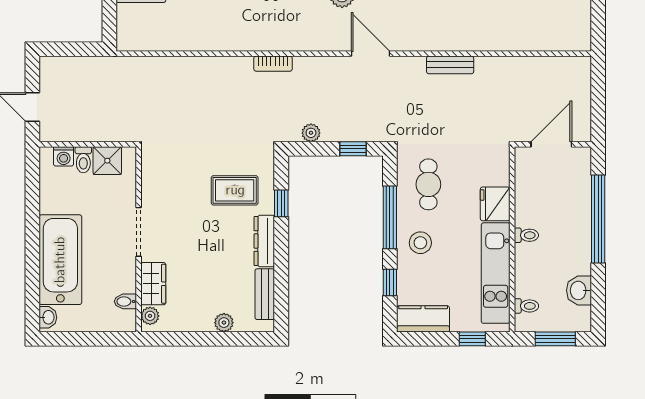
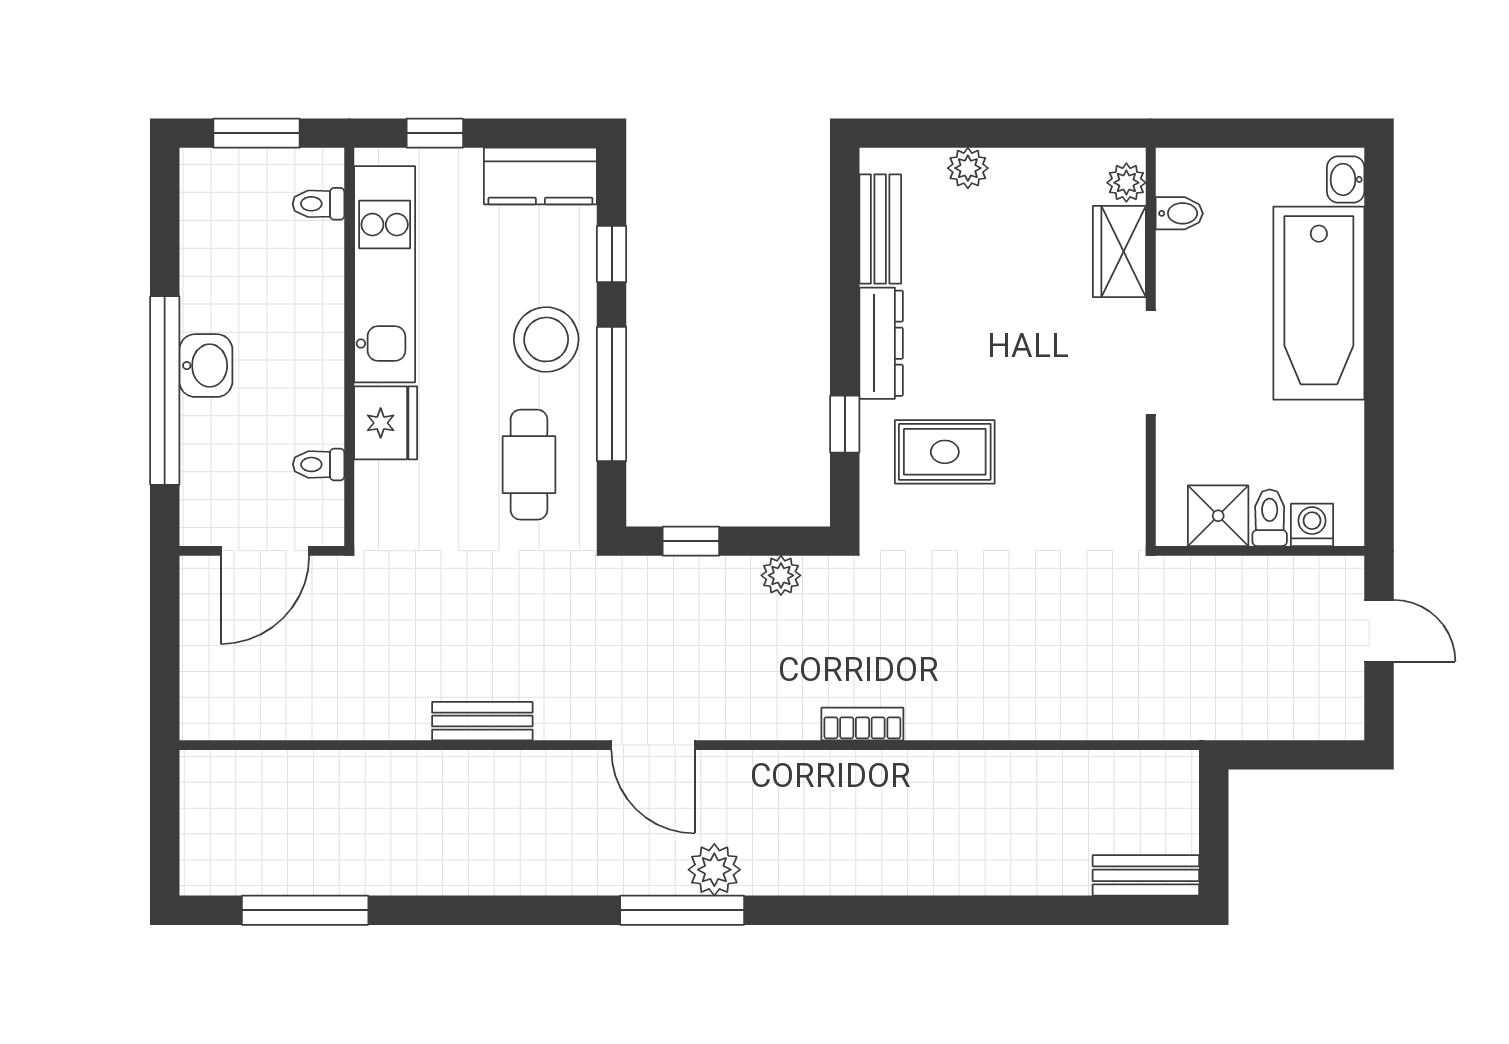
toilet: (526, 235) -> (319, 464), moved
stool: (420, 243) -> (546, 339), width x1.38, depth x1.38
washbasin: (579, 290) -> (206, 366), moved

